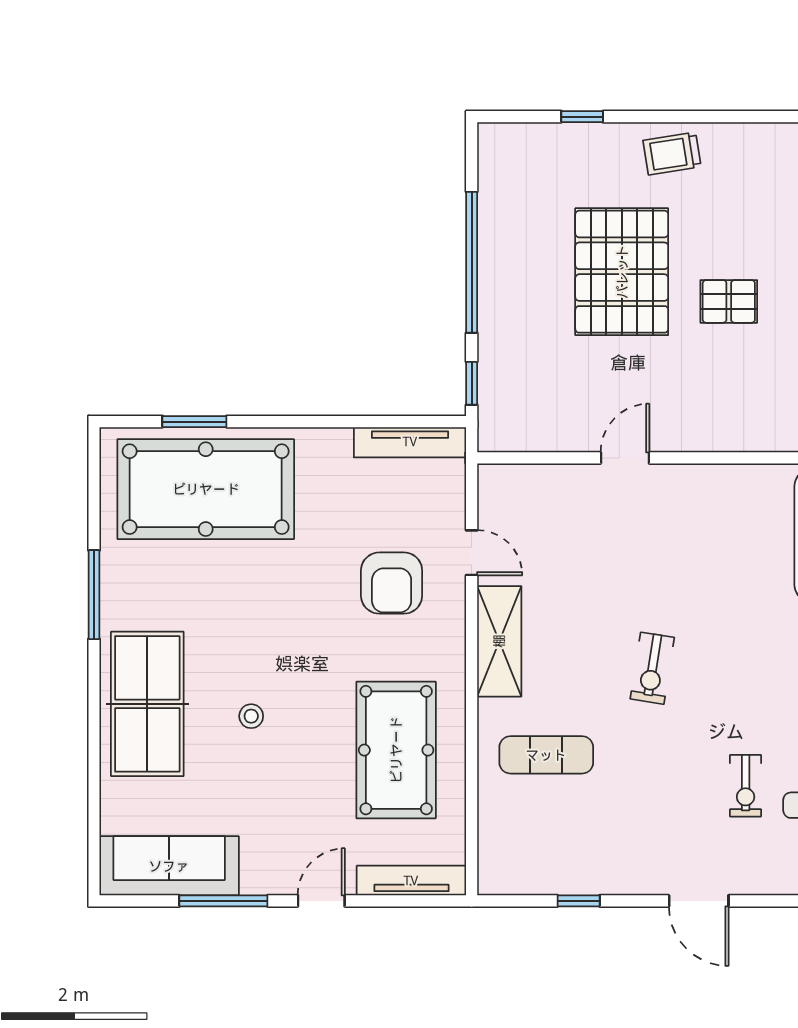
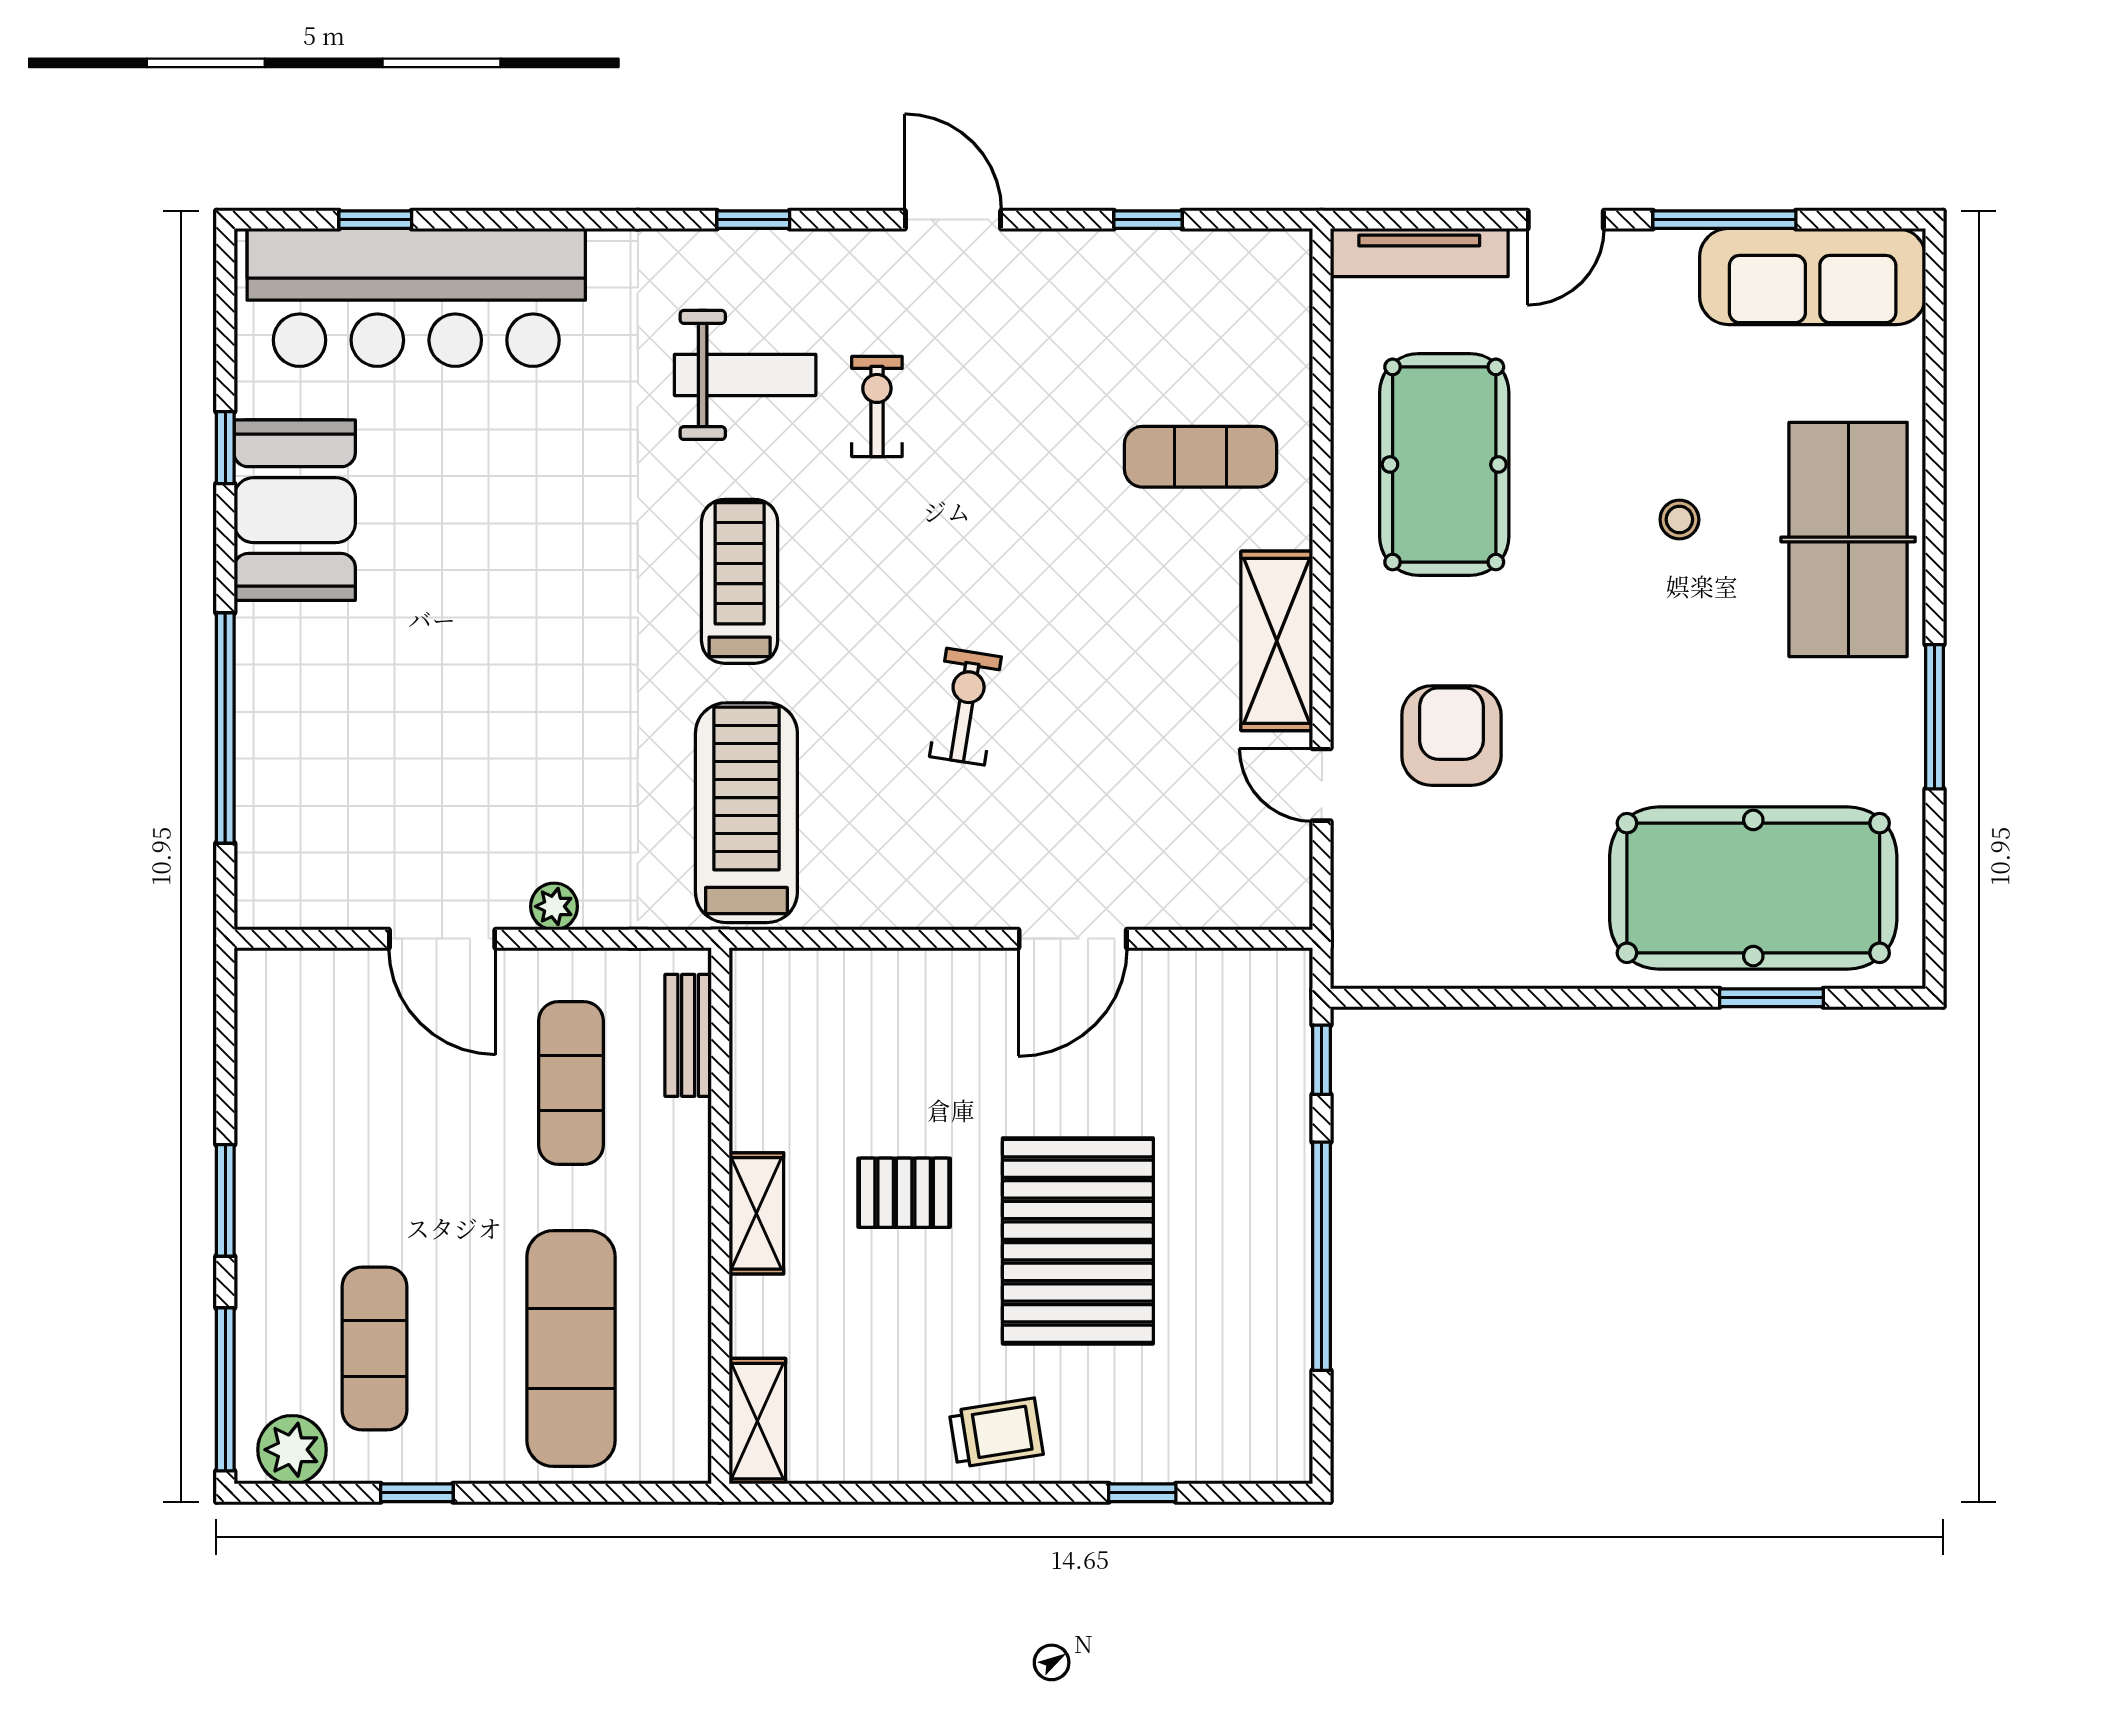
tv unit: (410, 442) -> (1422, 964), removed
door: (625, 458) -> (1073, 939), width x1.38
exercise bike: (652, 668) -> (965, 707), moved

